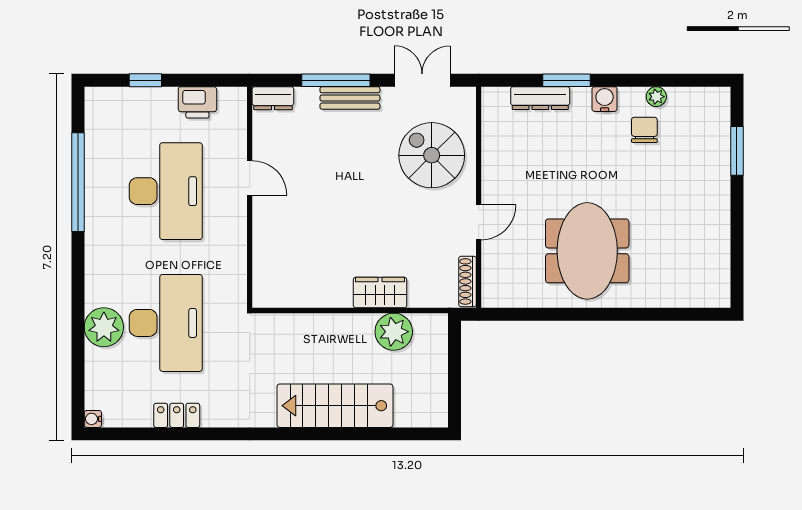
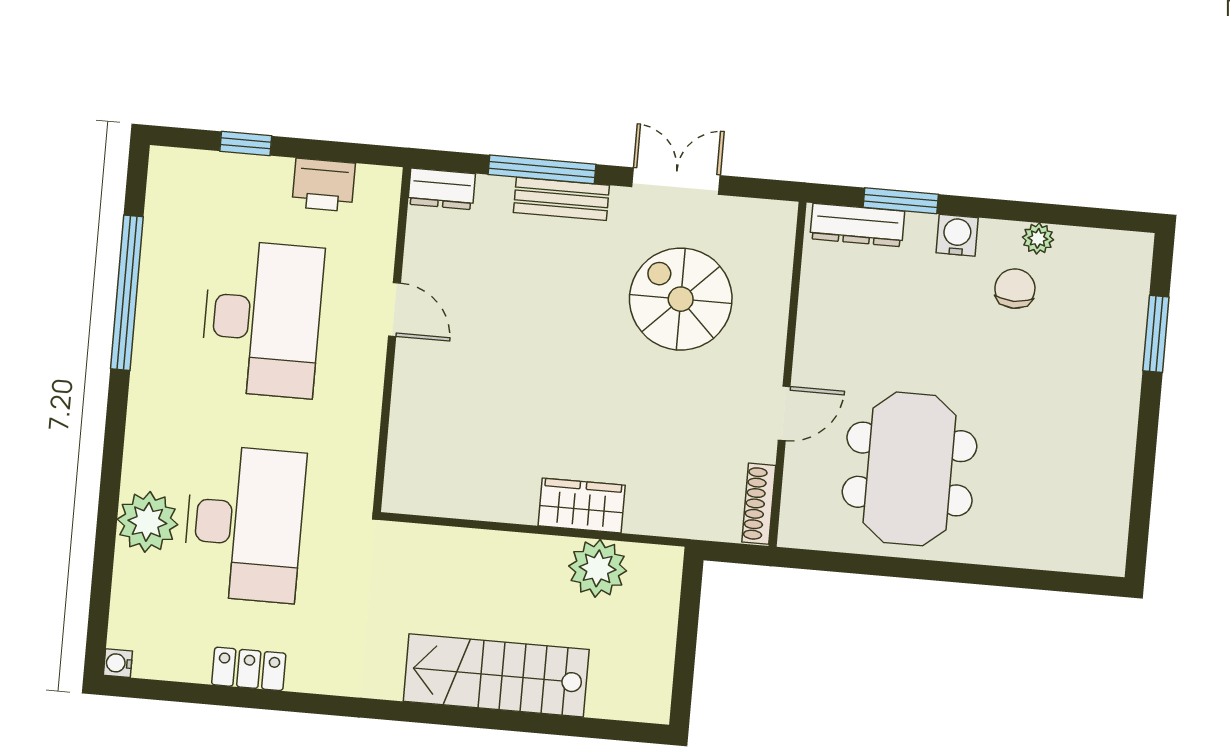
wall: (479, 197) -> (788, 374), moved
door: (479, 222) -> (784, 413), moved
shoe rack: (467, 281) -> (759, 504), moved

